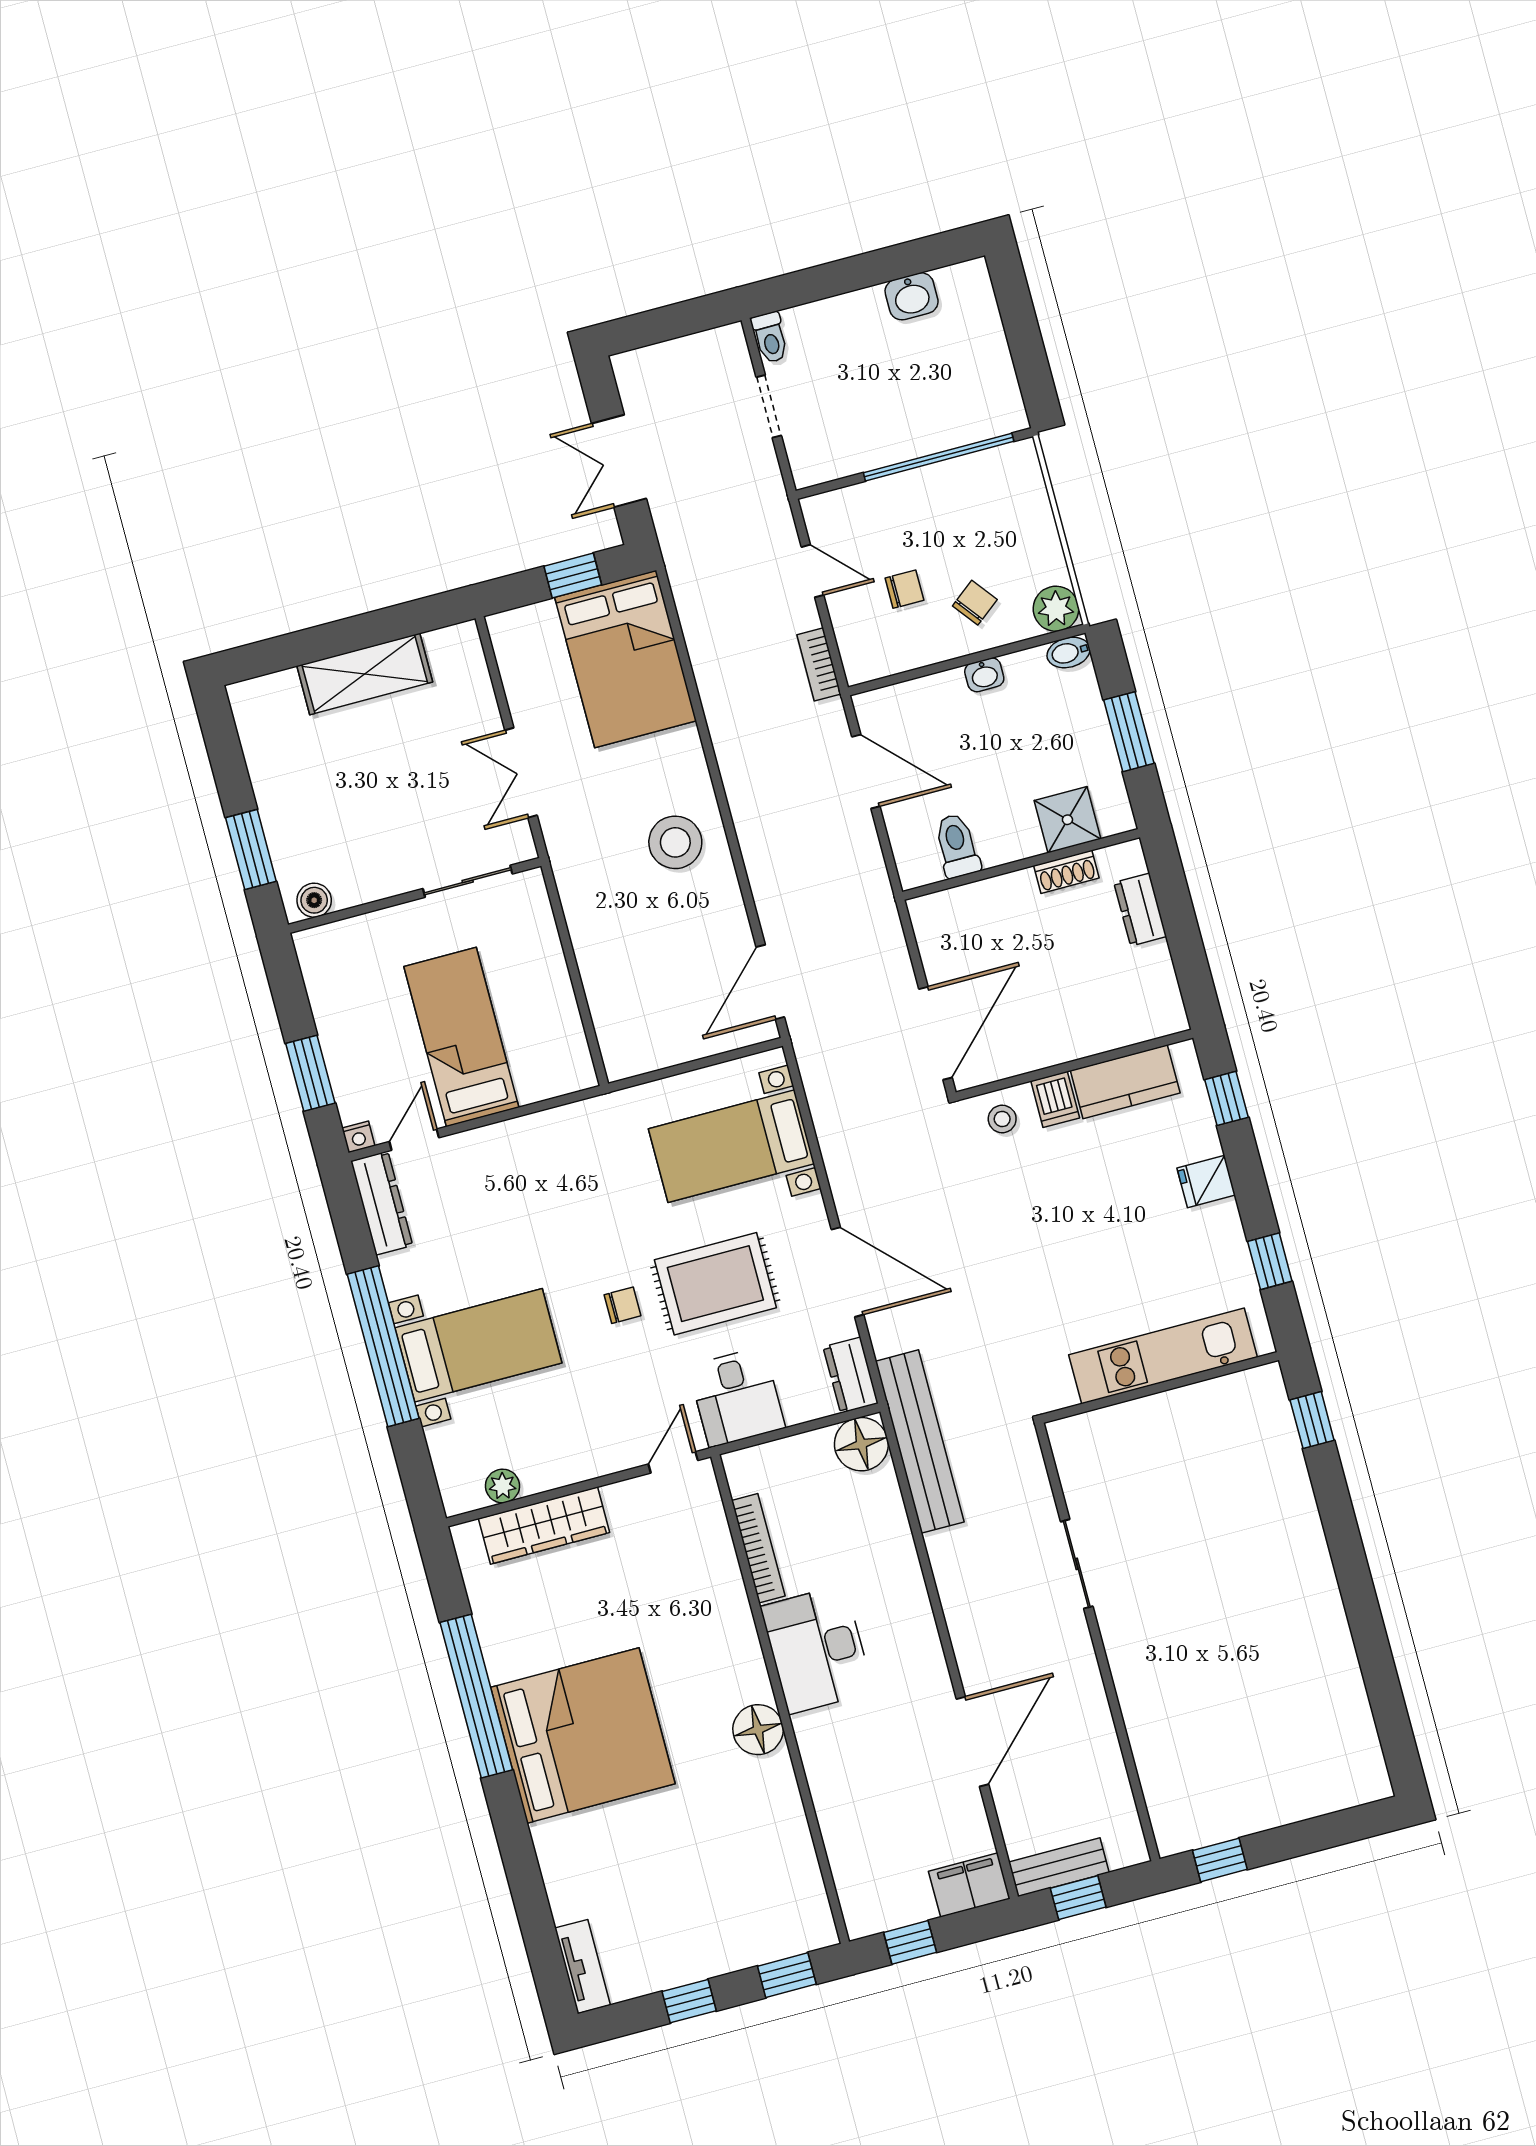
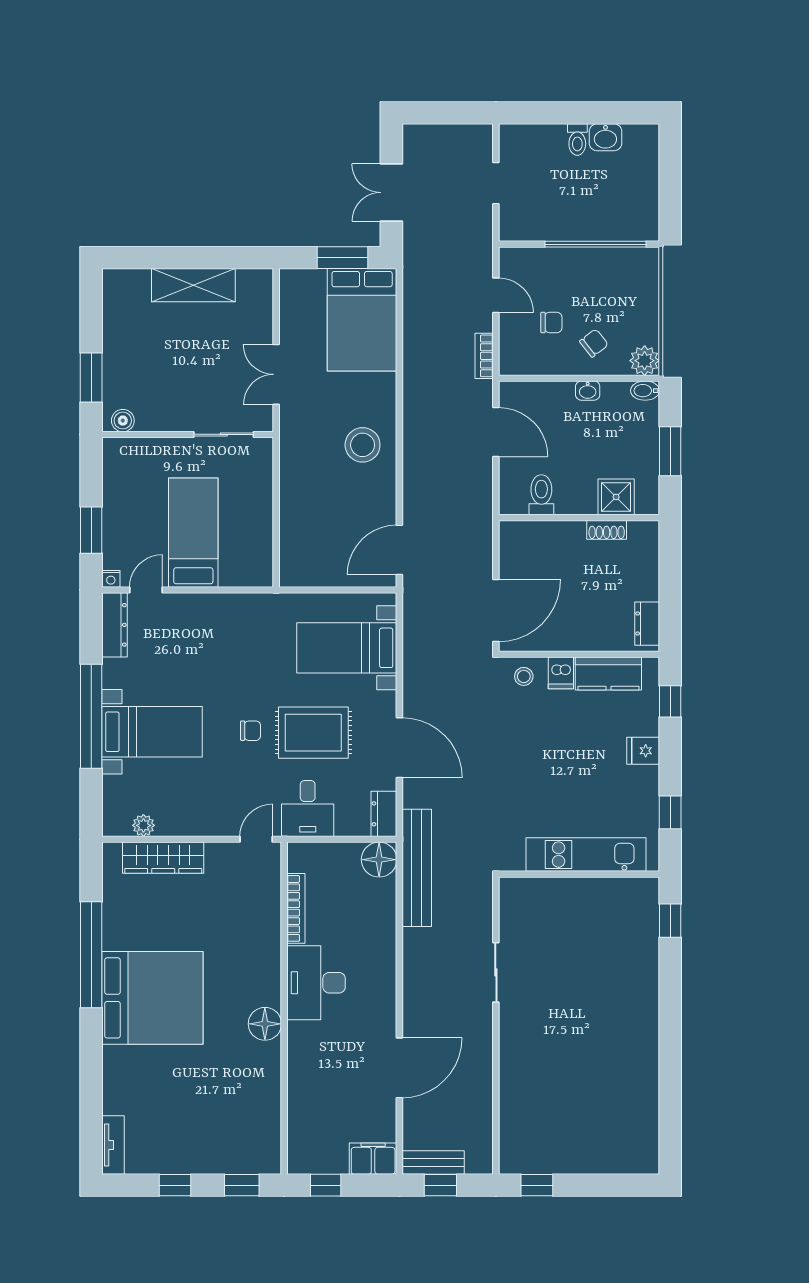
toilet: (770, 338) -> (577, 140), moved
window: (573, 575) -> (342, 258), width x1.50
dresser: (1140, 910) -> (647, 624), moved

